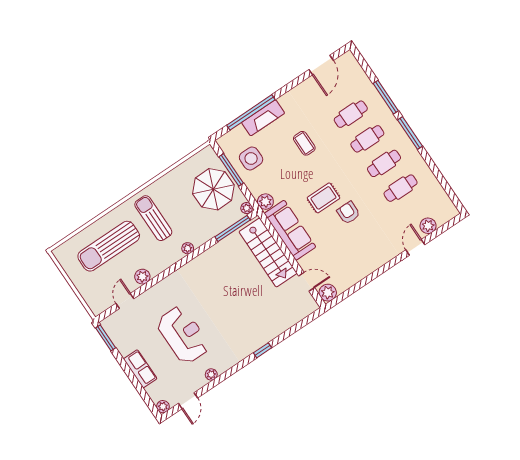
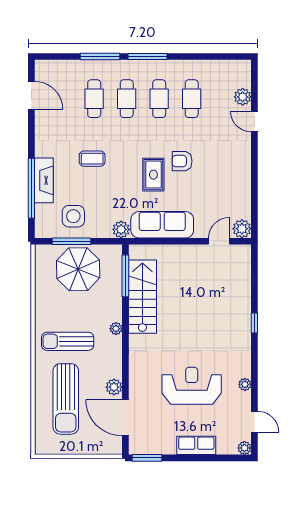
plant: (247, 208) -> (116, 251), removed
stairs: (268, 252) -> (142, 297), moved, turned -90
door: (125, 301) -> (125, 418), width x1.88

